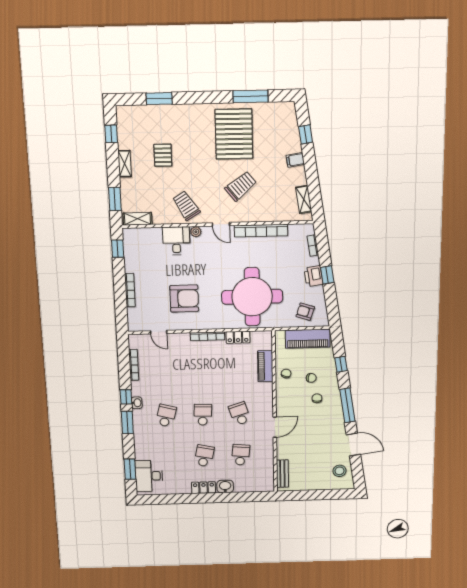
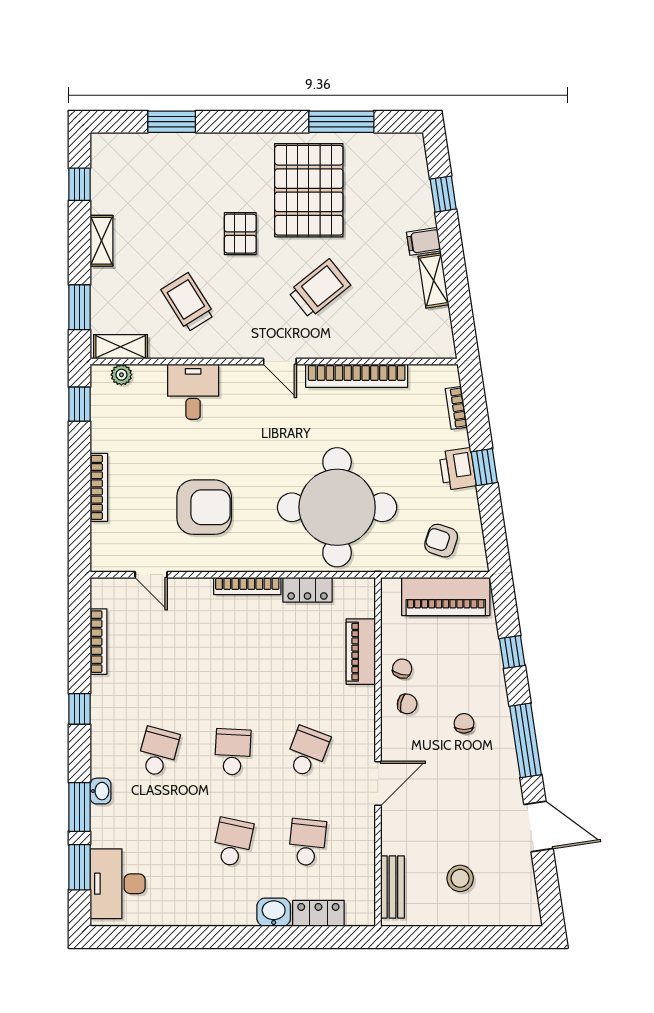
pallet: (163, 155) -> (240, 234), moved
shelving: (304, 199) -> (434, 280), moved
trolley: (186, 206) -> (188, 302), moved
plant: (196, 232) -> (121, 375), moved
chair: (311, 378) -> (407, 704), moved
washbasin: (137, 403) -> (100, 791), moved
school desk: (240, 414) -> (307, 752), turned 39
window: (127, 422) -> (79, 807), moved
stool: (340, 471) -> (460, 878), moved
locker: (203, 488) -> (318, 913), moved

